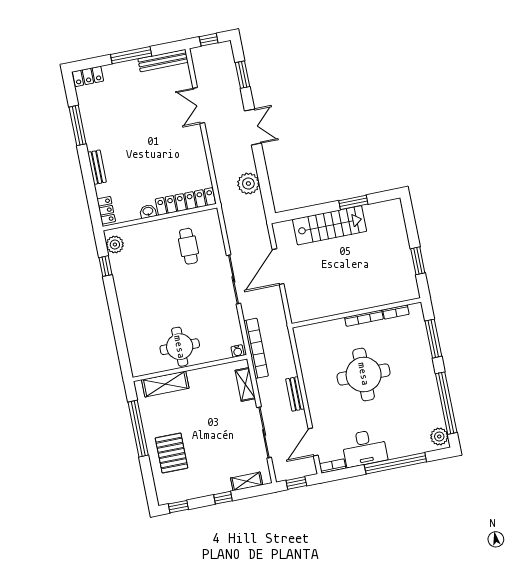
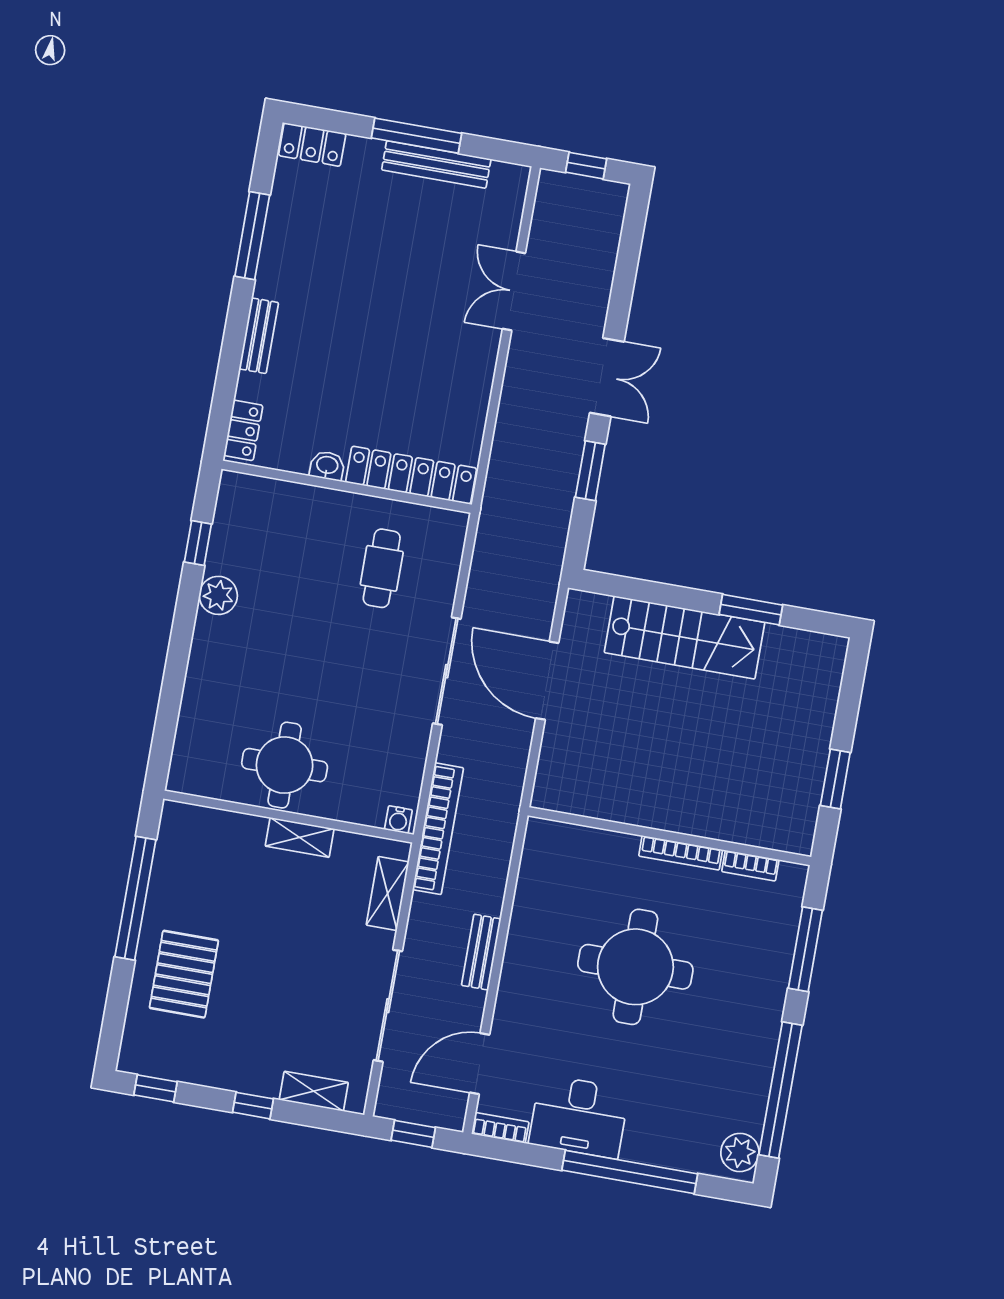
bench: (163, 61) -> (436, 164), moved
window: (242, 75) -> (590, 471), moved
plant: (248, 184) -> (553, 489), removed
plant: (115, 245) -> (218, 595), moved
door: (278, 267) -> (547, 681), hinge flipped
shelving: (165, 384) -> (300, 837), moved, width x0.67, depth x0.75

